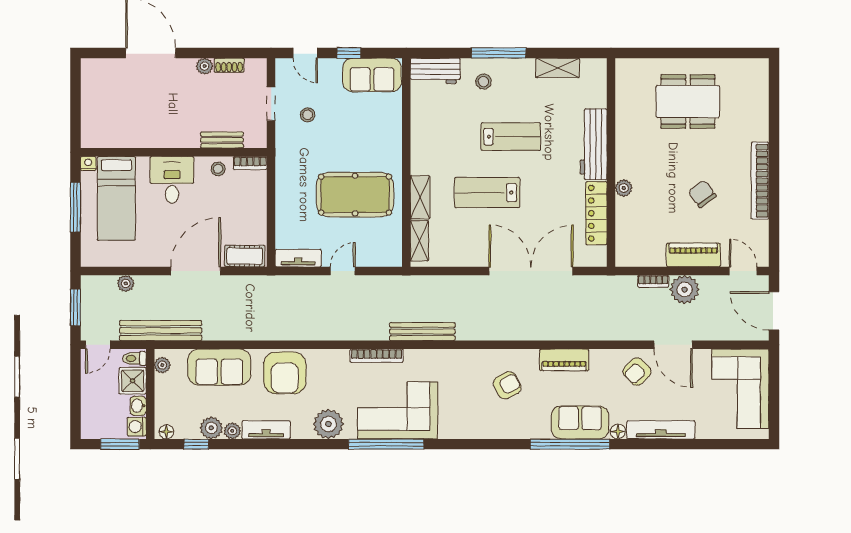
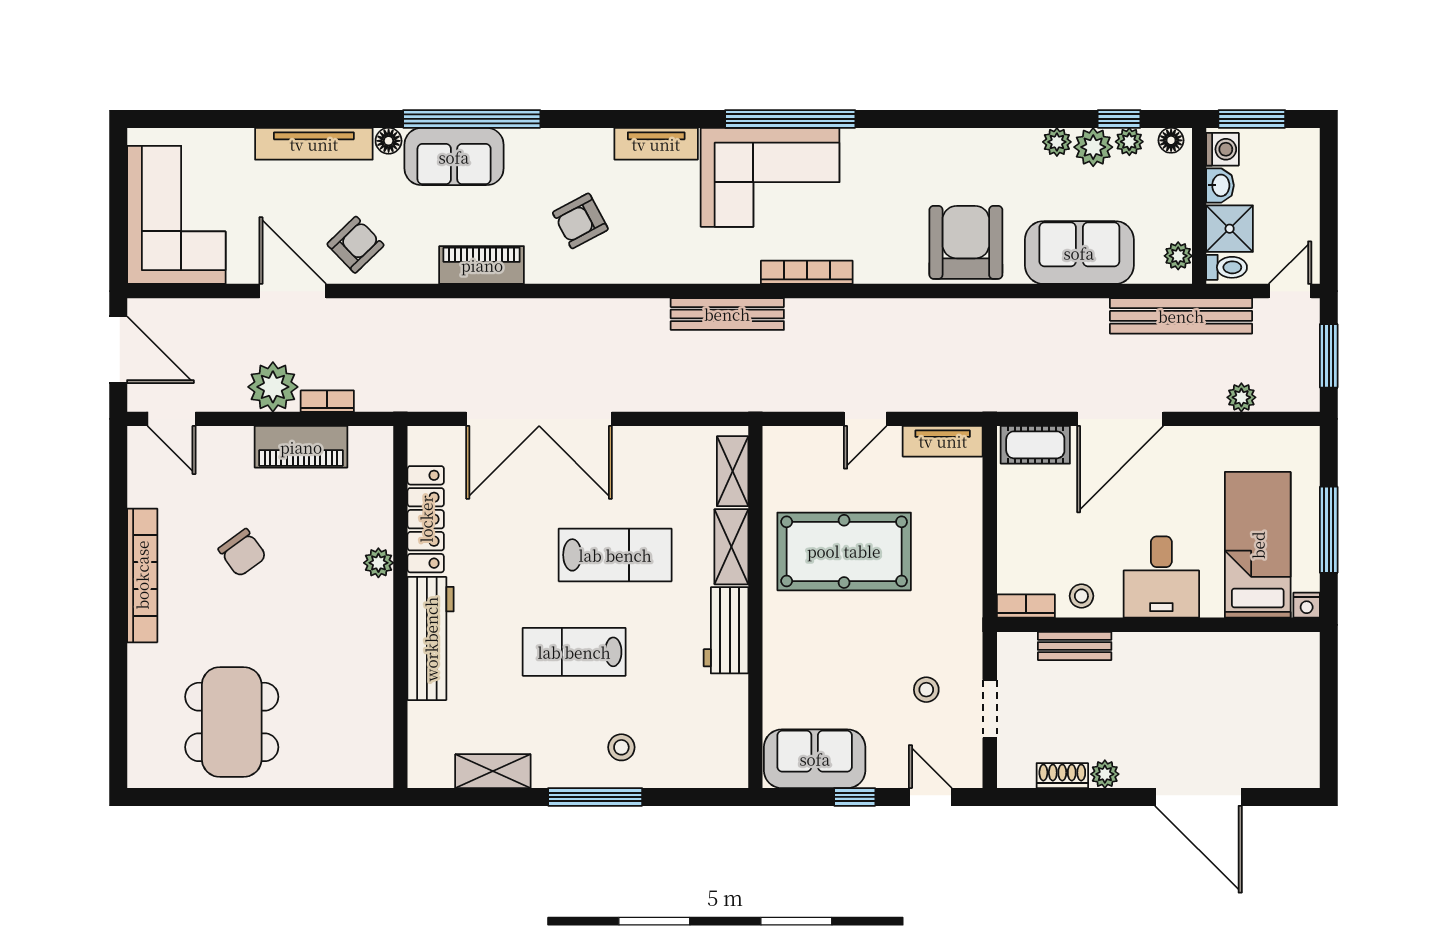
workbench: (435, 71) -> (726, 630), moved, turned -90
dining table: (688, 102) -> (232, 722), moved, turned 90
piano: (693, 255) -> (301, 447), moved
plant: (328, 424) -> (1129, 142), moved, width x0.53, depth x0.53
tv unit: (266, 430) -> (656, 144), moved

